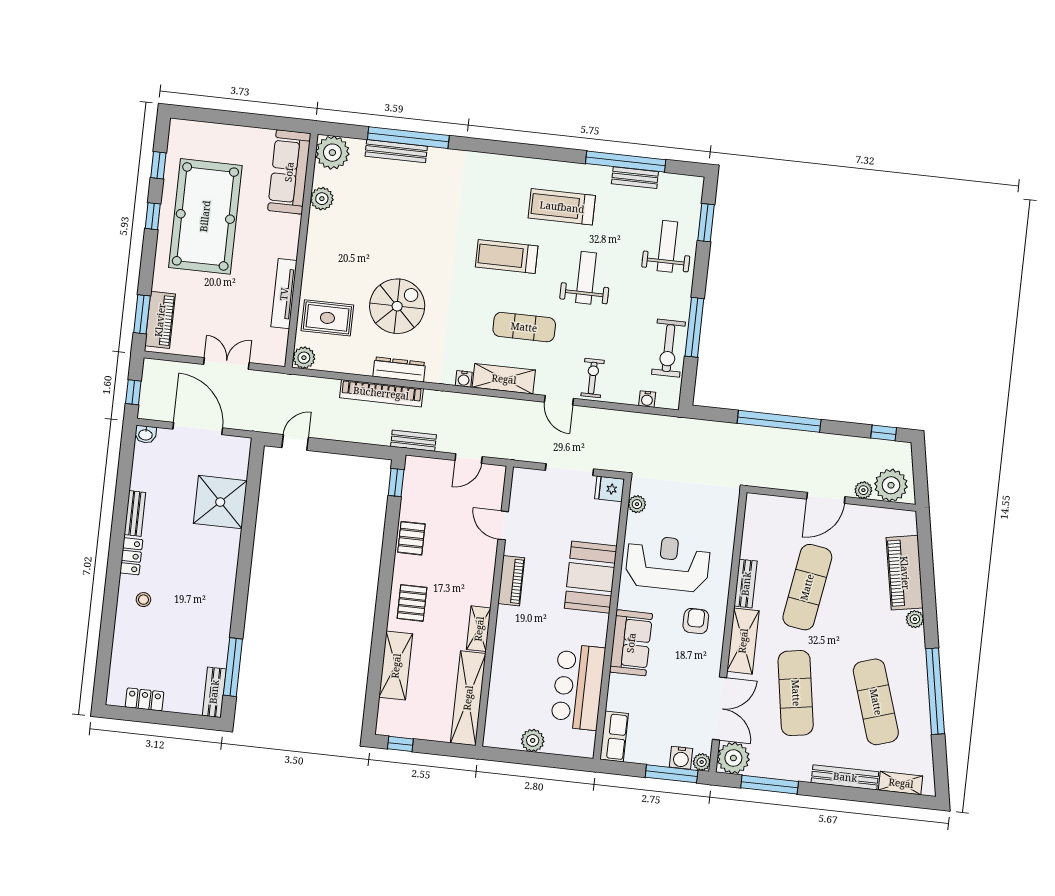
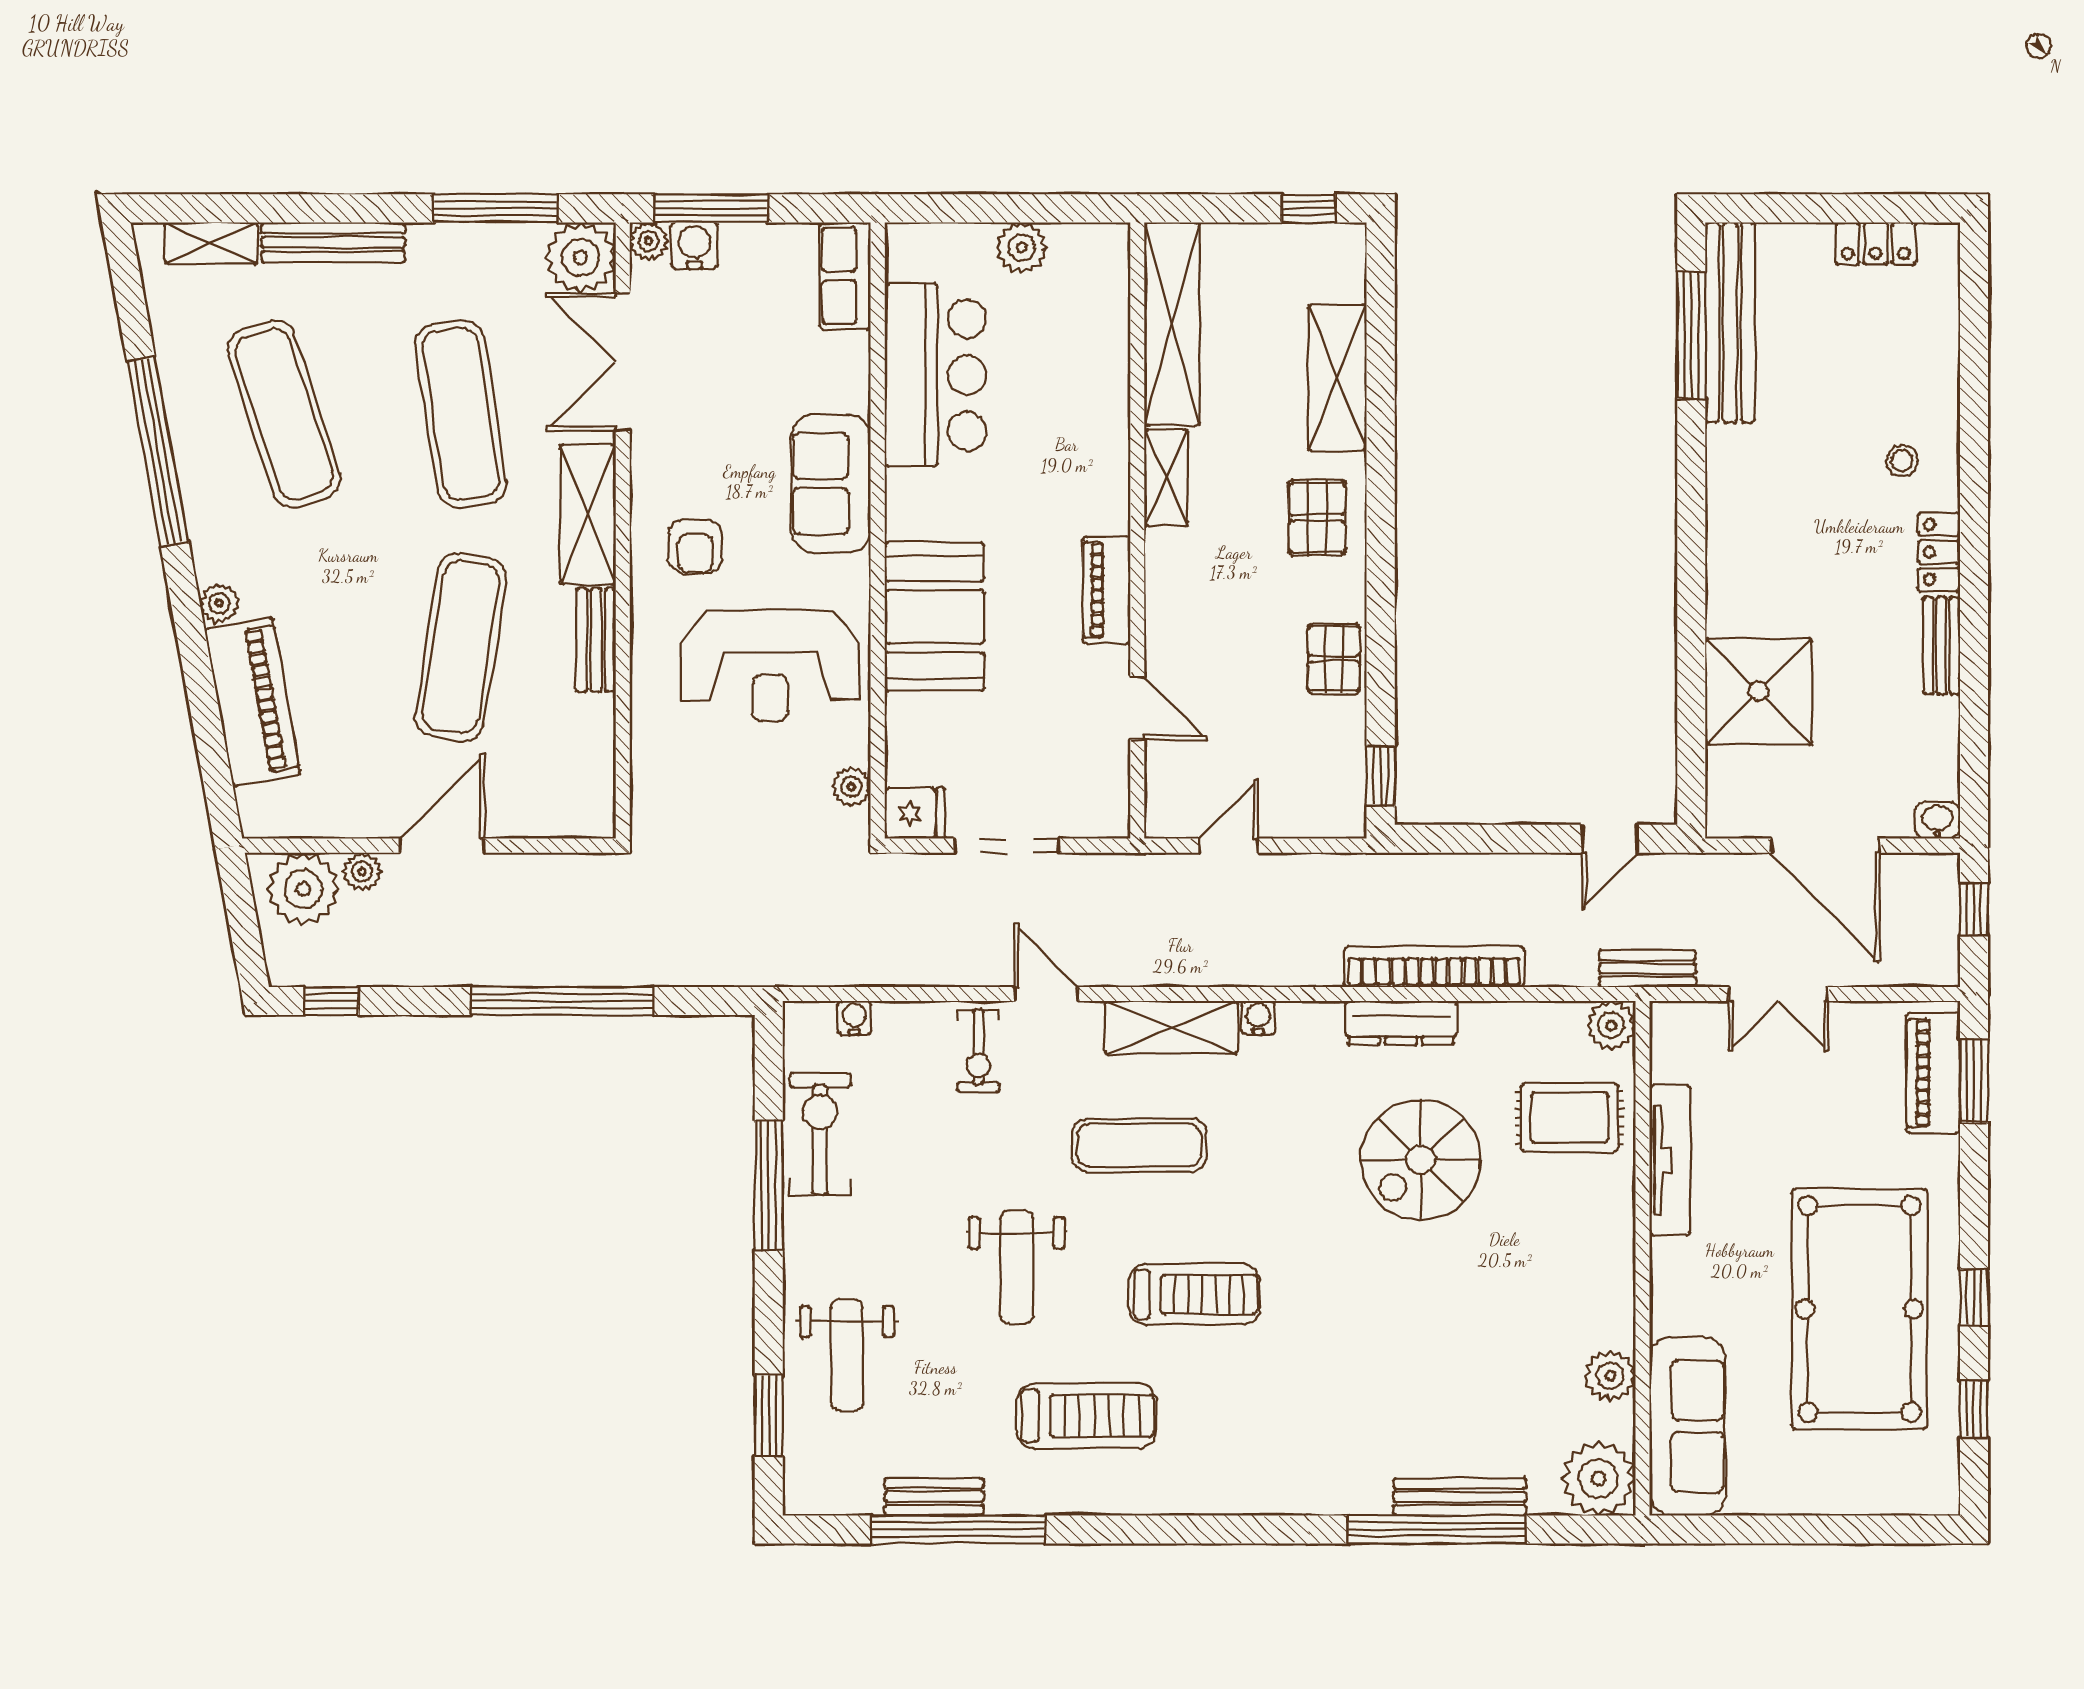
bench: (413, 441) -> (1647, 969), moved
bench: (214, 692) -> (1730, 322), width x1.86, depth x1.21

